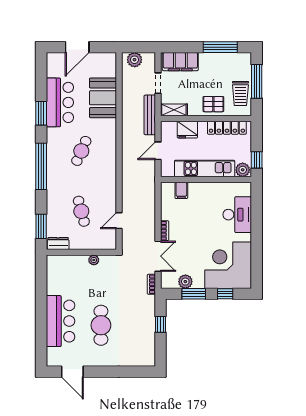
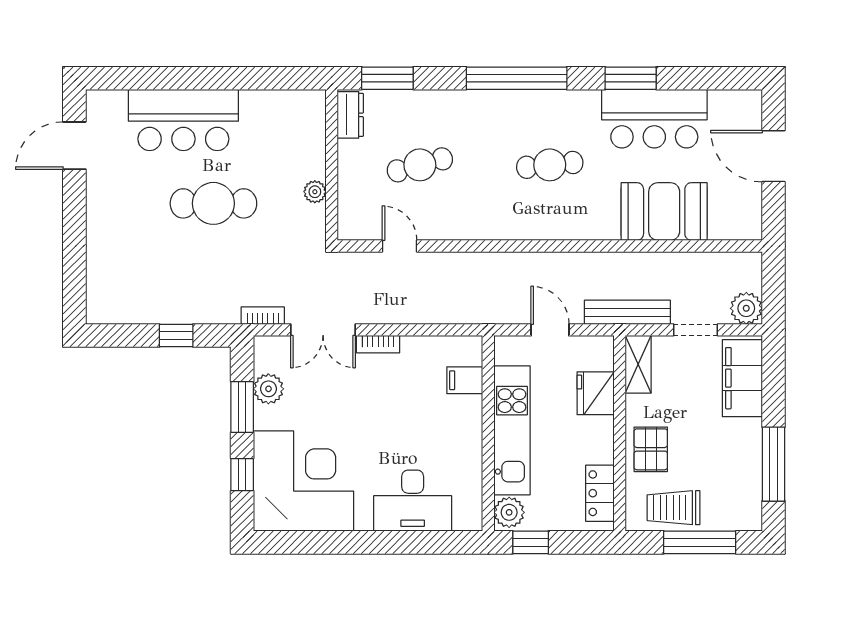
plant: (135, 60) -> (746, 308), moved
locker: (227, 128) -> (600, 493), width x0.66
cafe table: (81, 151) -> (550, 165), turned -30
cafe table: (101, 325) -> (213, 203), moved

